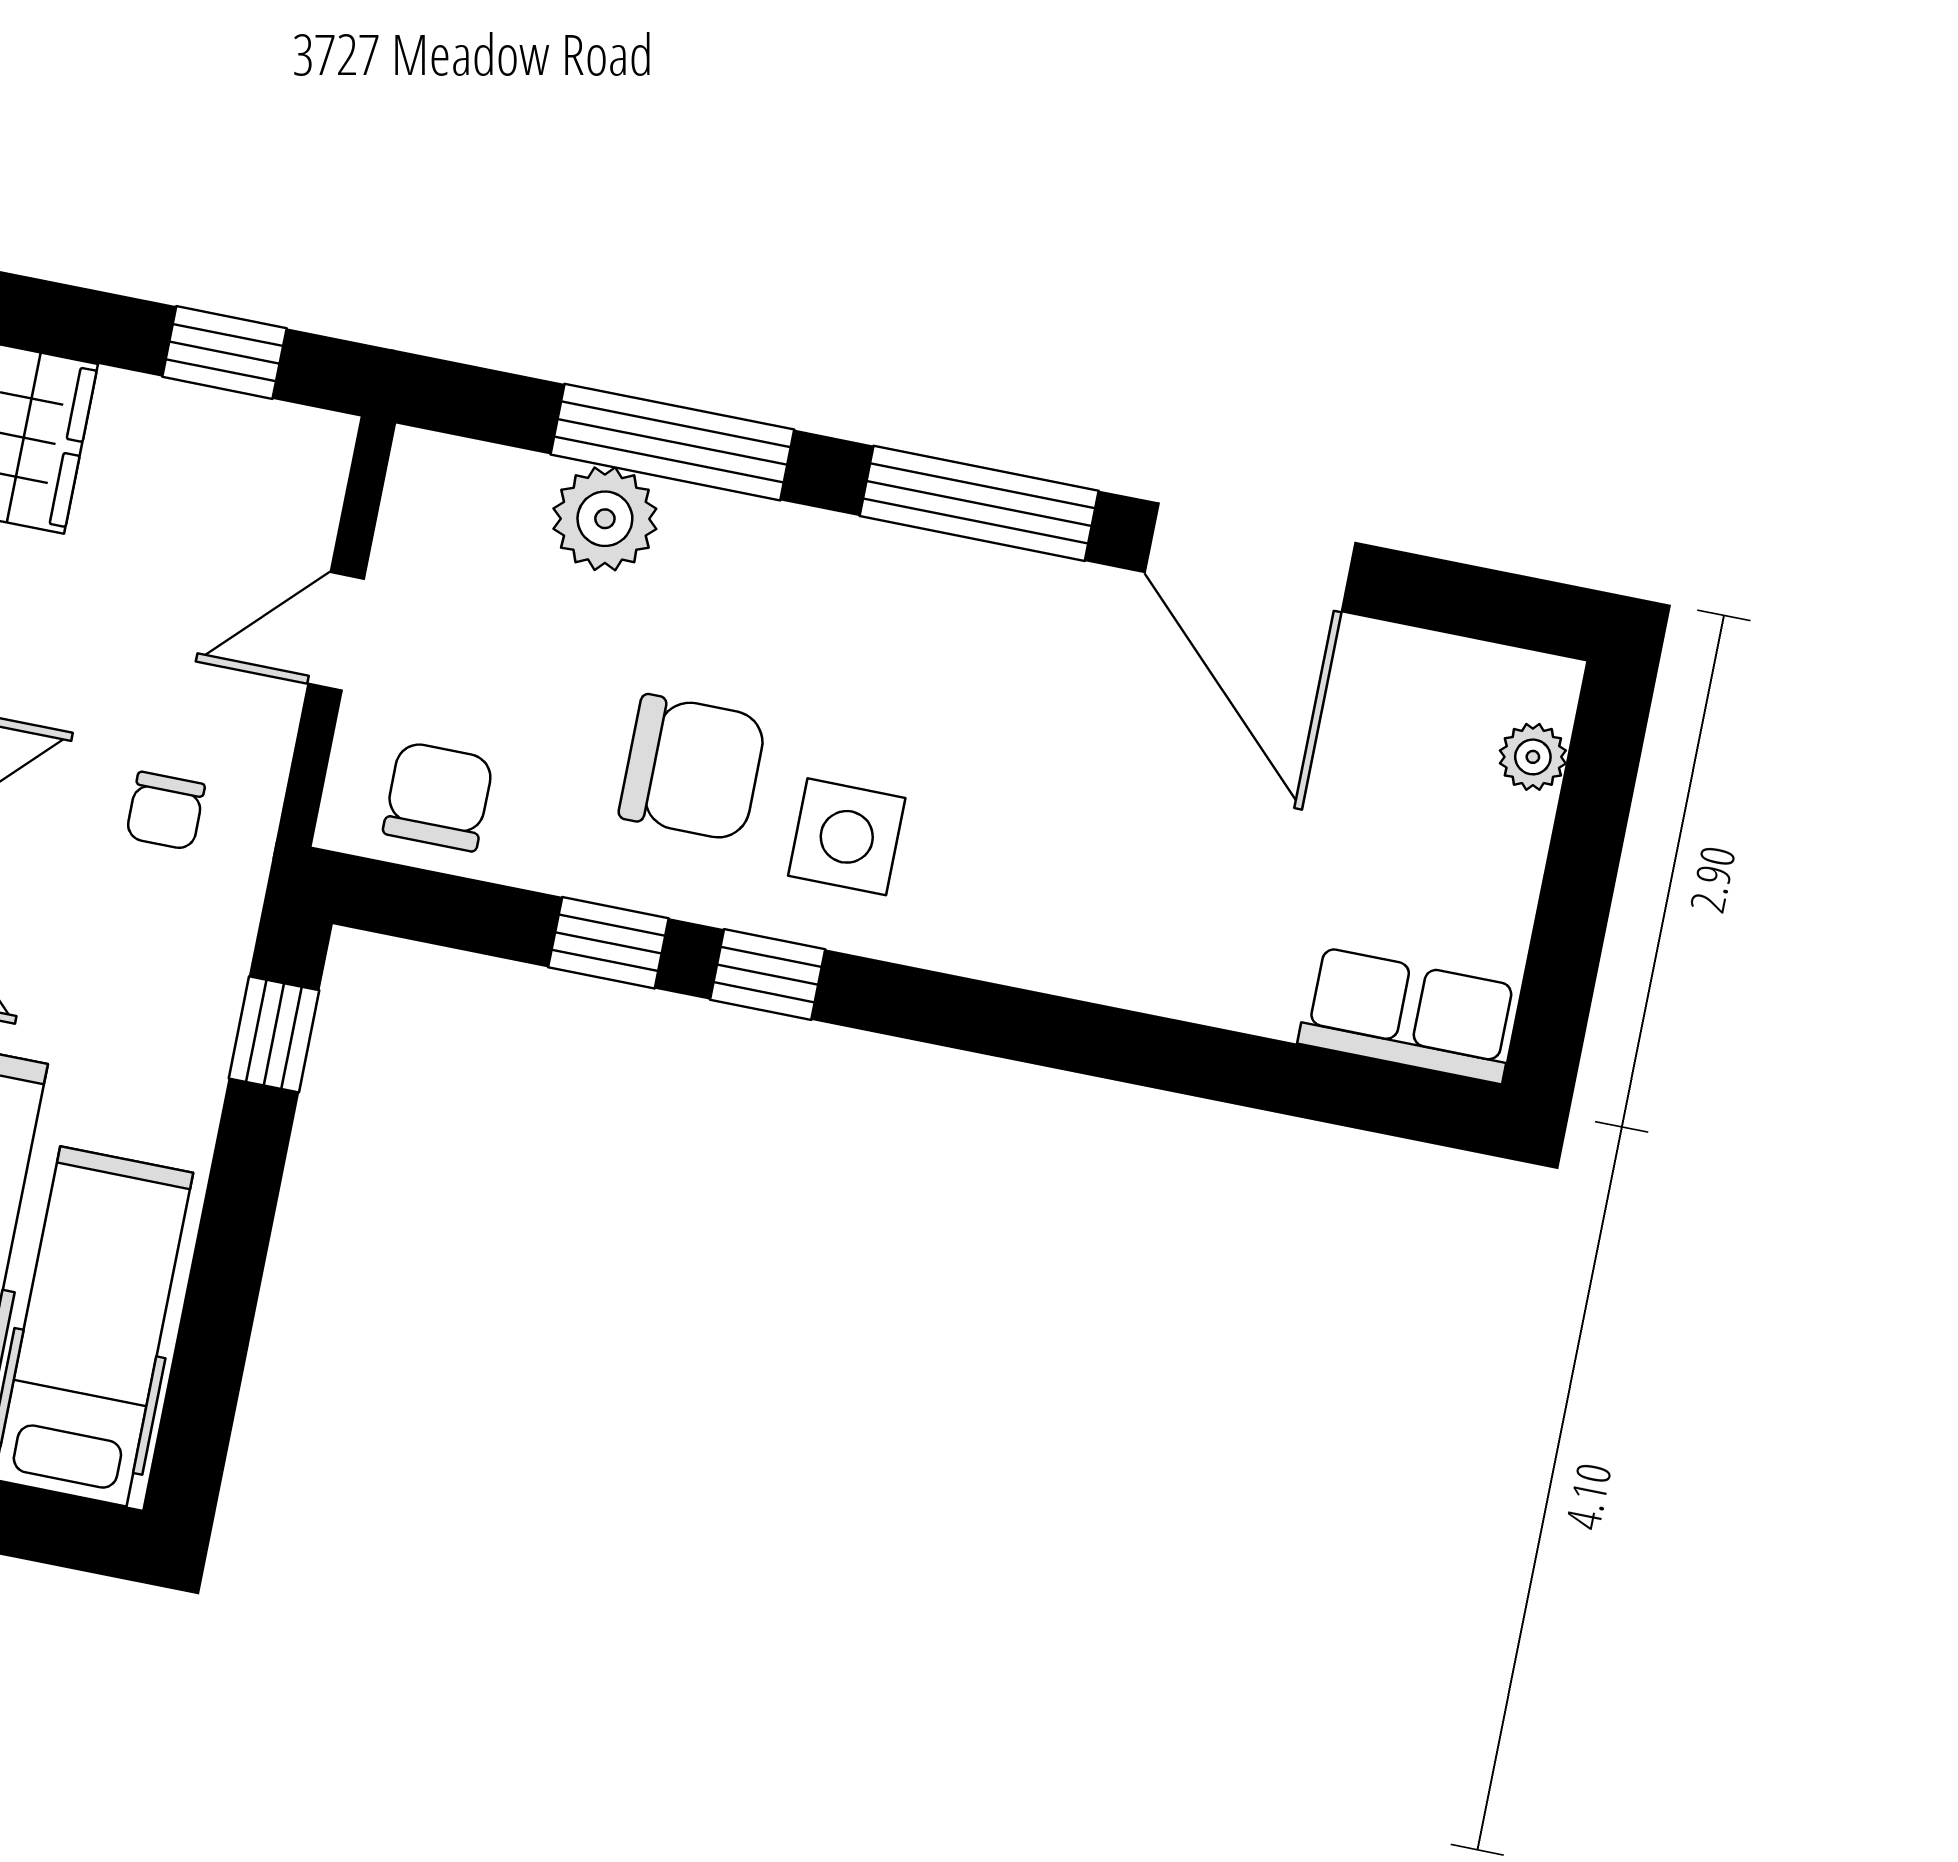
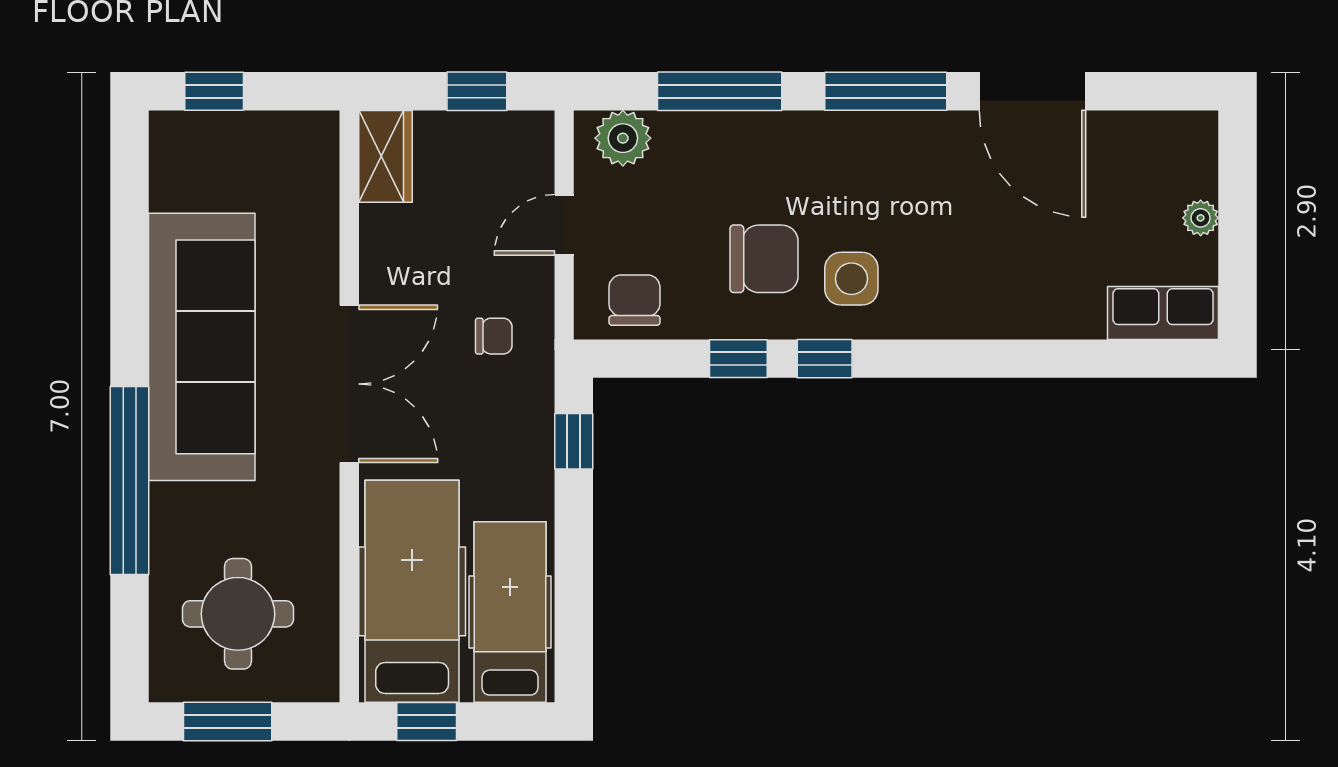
plant: (605, 519) -> (623, 138), moved
plant: (1533, 757) -> (1201, 218), moved
chair: (165, 811) -> (494, 336), turned -90

